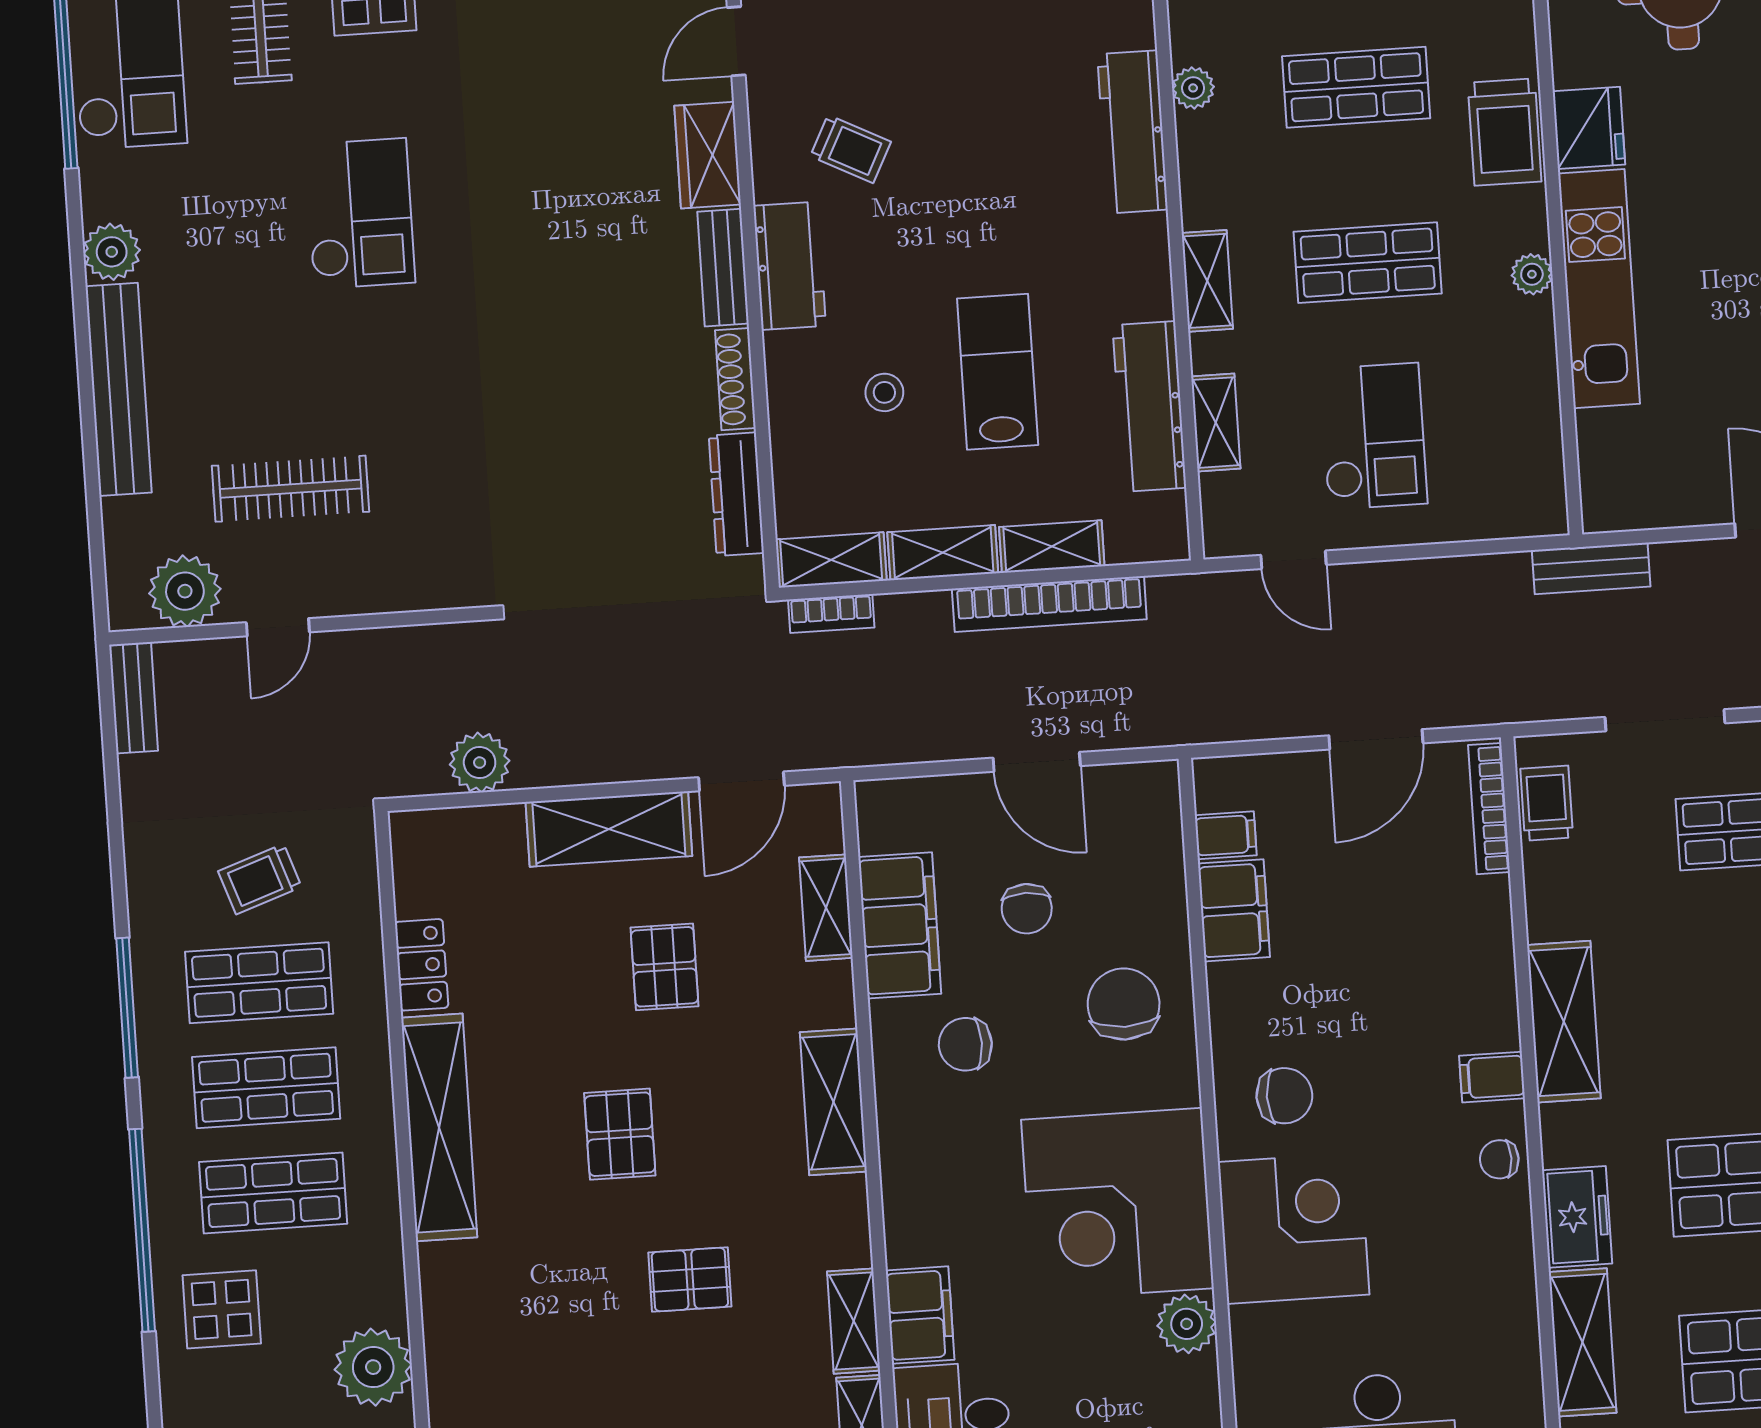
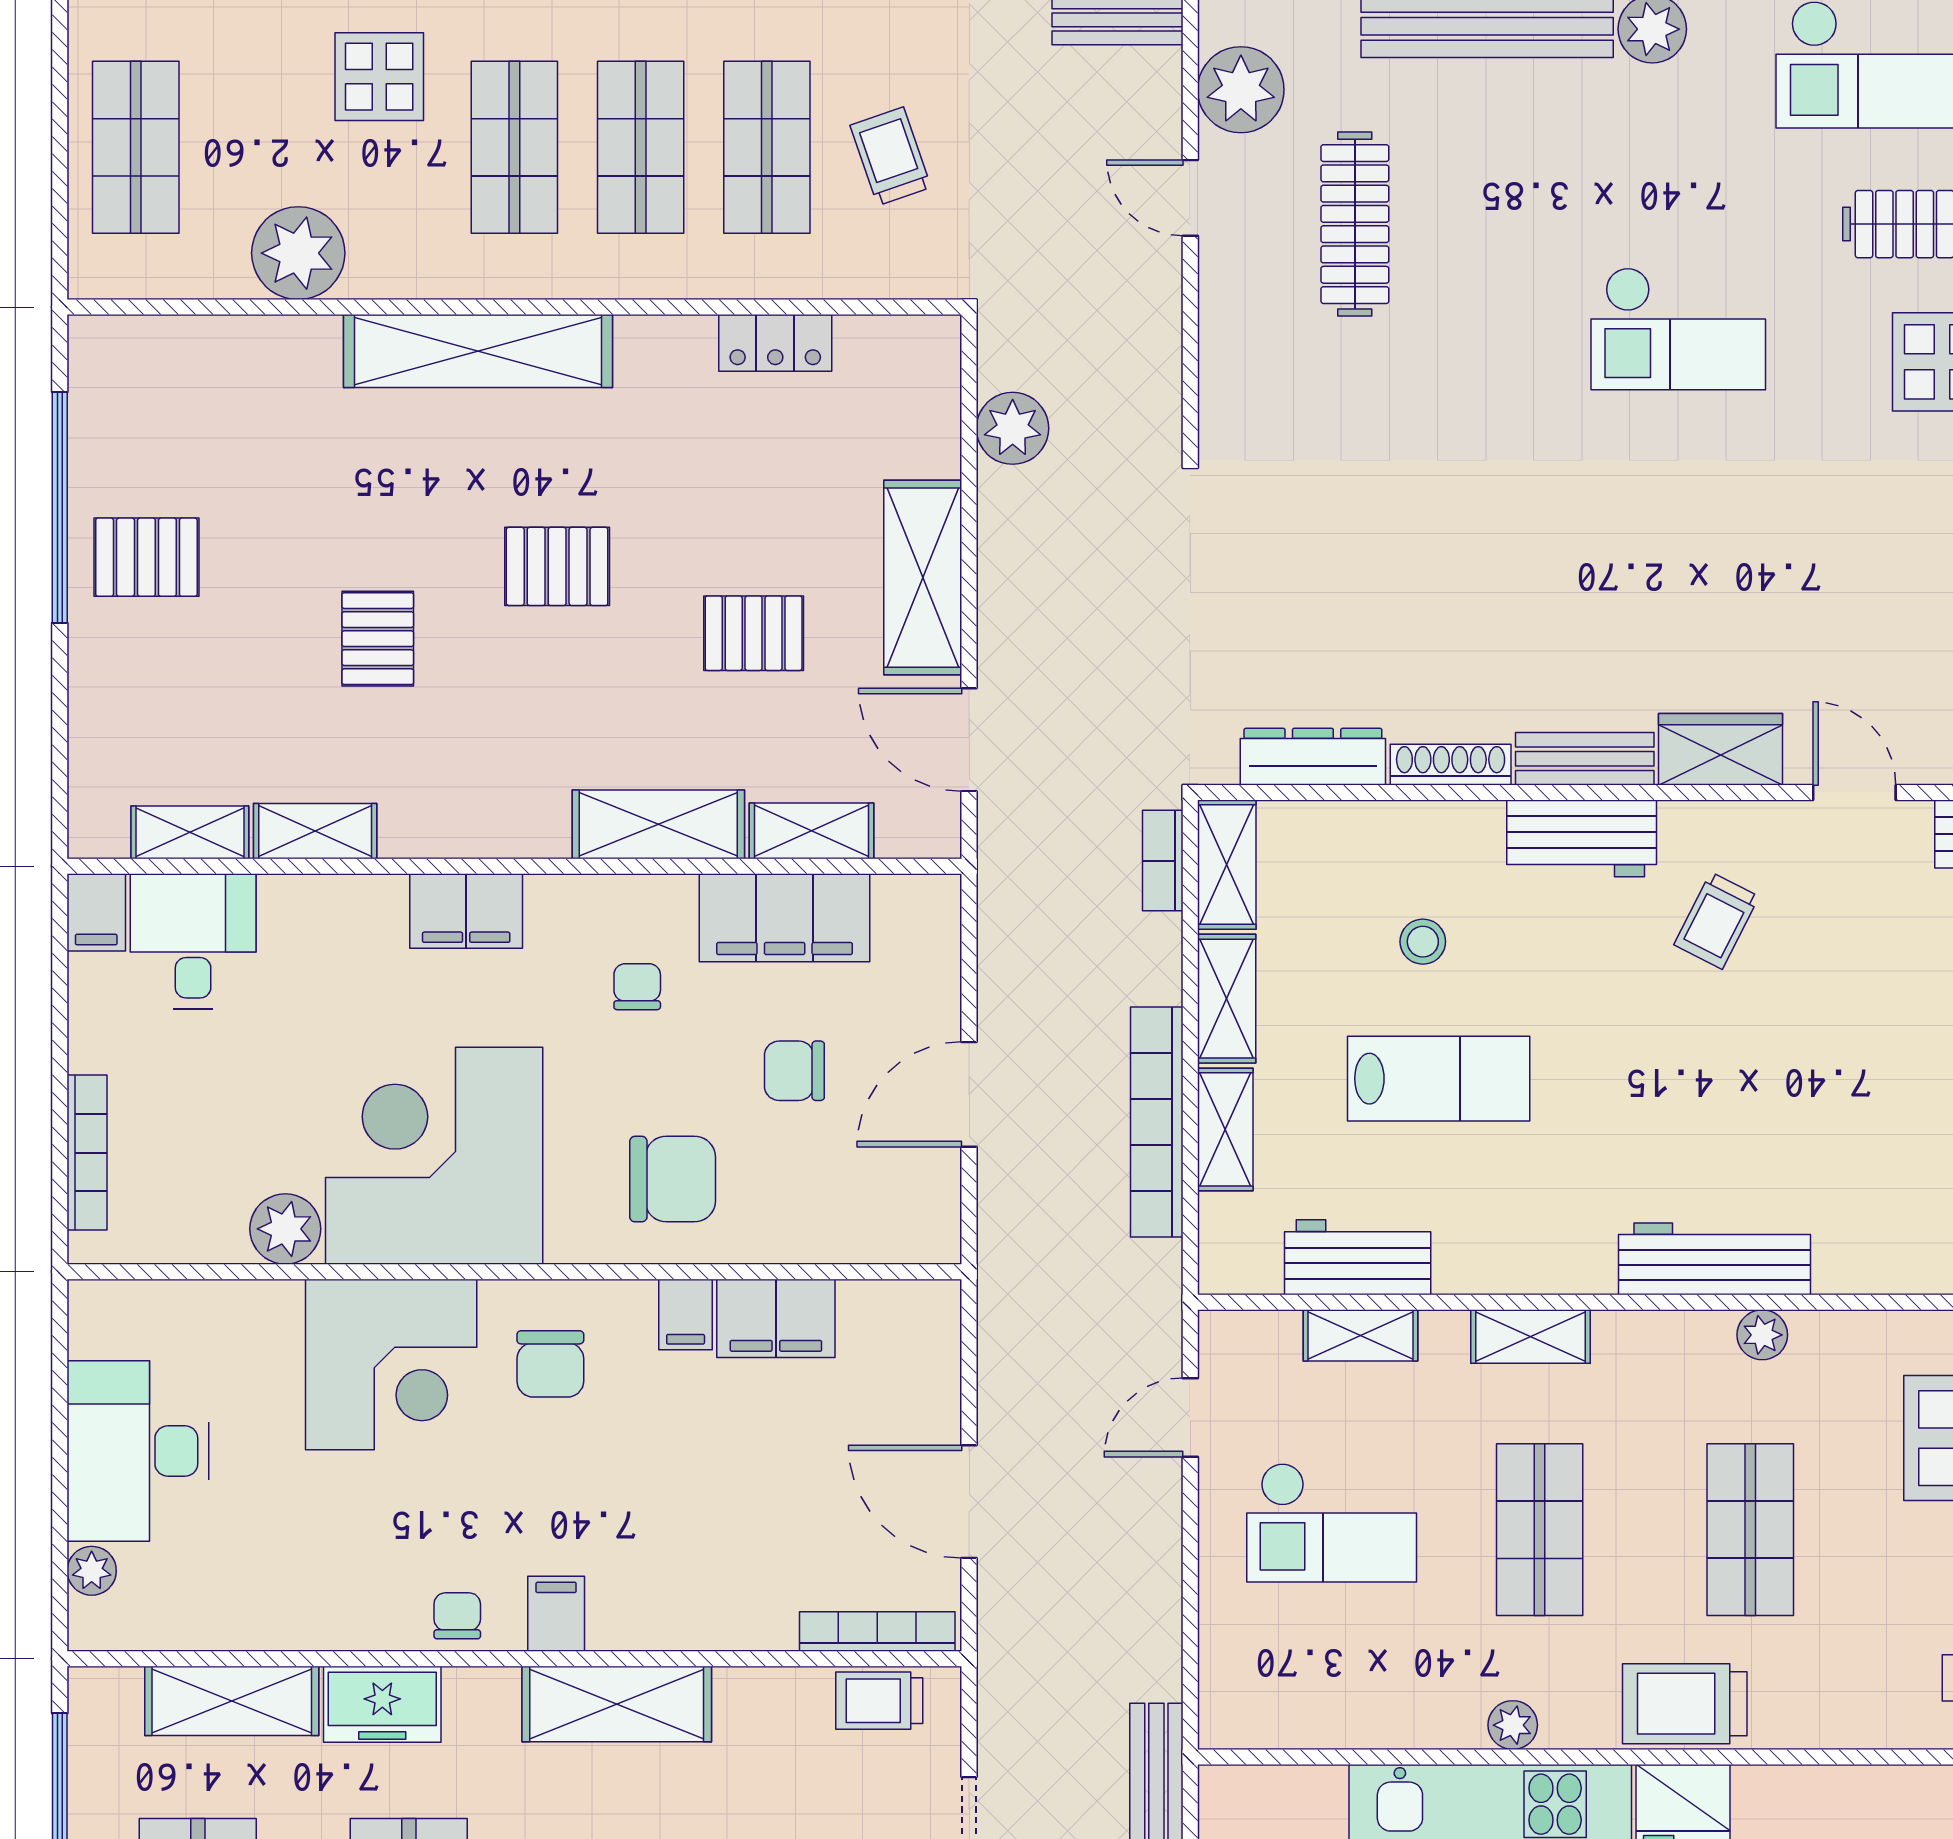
workbench: (1149, 406) -> (1358, 1257), width x0.73
trolley: (1547, 803) -> (879, 1701), turned 180
filing cabinet: (1226, 835) -> (686, 1314), moved
chair: (965, 1044) -> (637, 987), width x0.73, depth x0.73
shelving: (833, 1102) -> (658, 824), moved
shelving: (439, 1127) -> (478, 351), moved
filing cabinet: (920, 1315) -> (466, 911), moved

